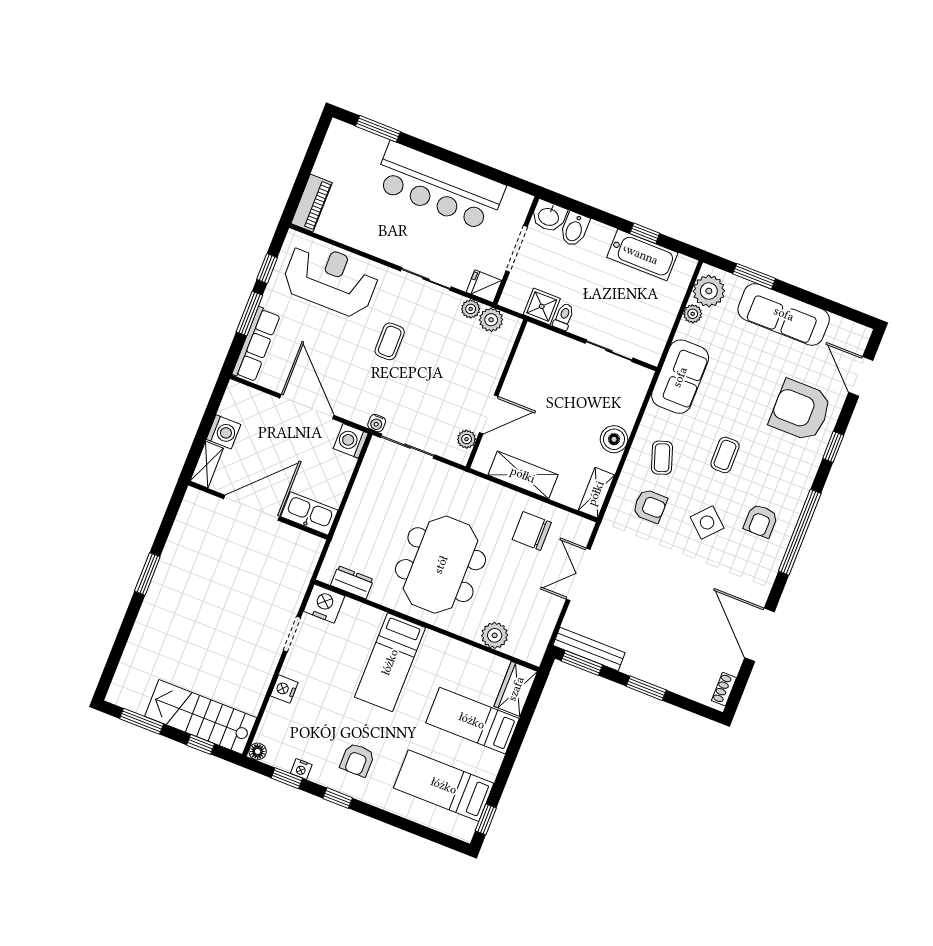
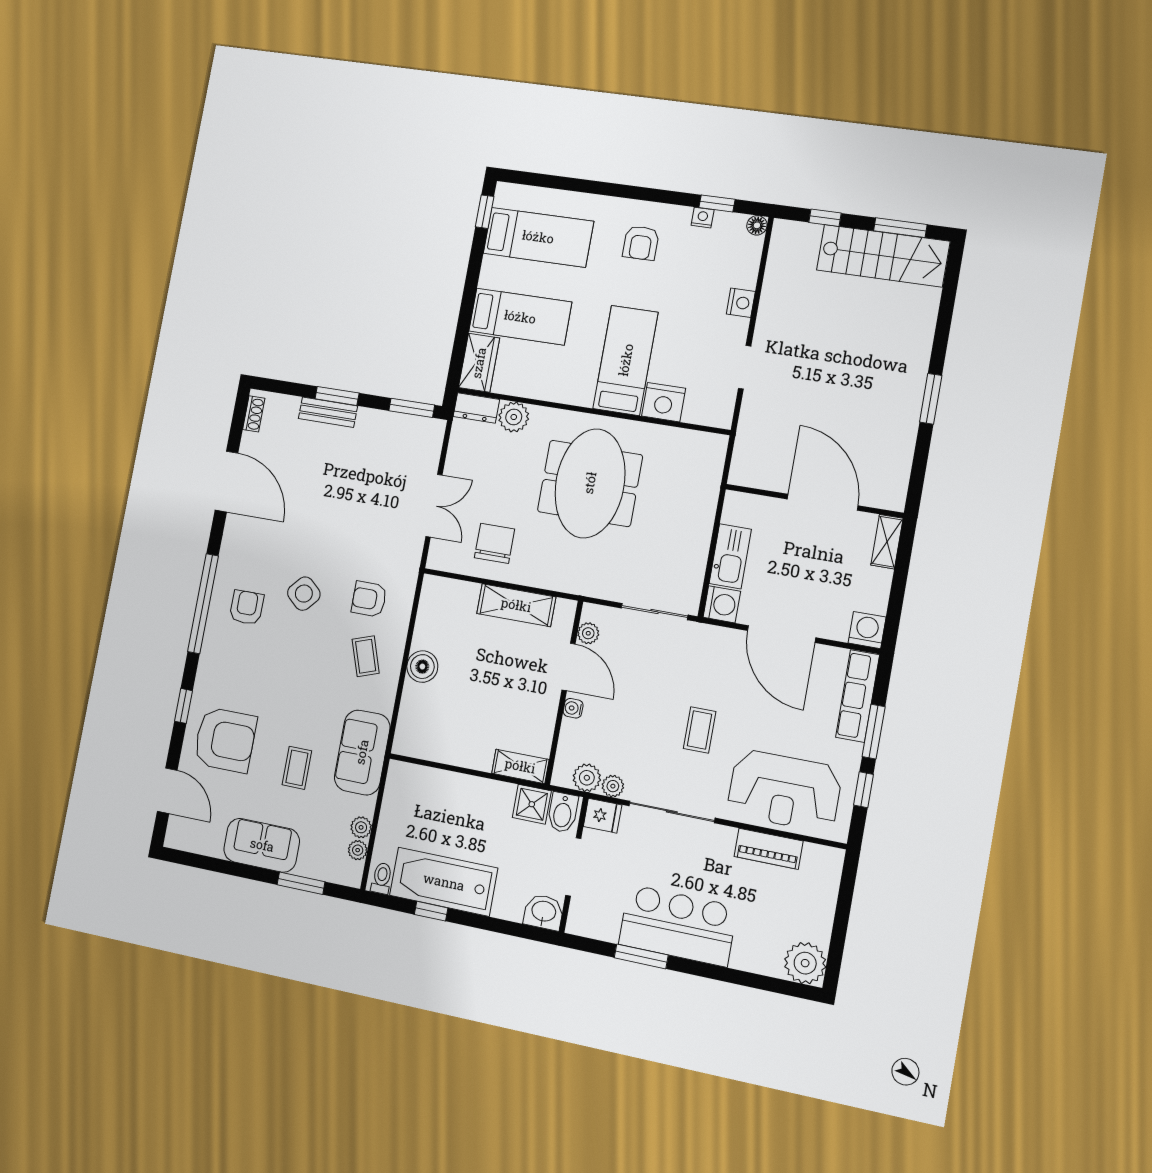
window: (378, 129) -> (641, 956), moved
plant: (342, 139) -> (805, 963), added
bar counter: (439, 186) -> (678, 925), width x0.73
piano: (312, 203) -> (769, 849), moved, turned -90
bidet: (574, 229) -> (563, 812), moved, turned 180
bathtub: (642, 255) -> (444, 882), width x1.36, depth x1.36
sliding door: (426, 279) -> (672, 812), width x1.37
plant: (709, 291) -> (358, 850), width x0.53, depth x0.53
sofa: (784, 314) -> (262, 845), width x0.73
toilet: (564, 317) -> (382, 878), moved, turned 180
sliding door: (609, 351) -> (446, 767), removed
door: (489, 414) -> (569, 667), swing flipped
water cooler: (377, 423) -> (573, 708), moved, turned -90
washing machine: (223, 432) -> (867, 630), moved, turned 90
coffee table: (725, 455) -> (297, 768), moved
shelving: (596, 493) -> (520, 766), moved, turned 90
door: (252, 508) -> (823, 502), swing flipped
kitchen sink: (309, 513) -> (730, 556), moved, turned -90
chair: (532, 531) -> (495, 543), turned -90
dresser: (352, 582) -> (476, 408), moved
nightstand: (324, 604) -> (664, 402), moved
bench: (589, 649) -> (328, 412), moved, width x0.73
stairs: (201, 717) -> (883, 256), moved
armchair: (357, 760) -> (641, 243), turned 180
window: (338, 798) -> (654, 195), removed

